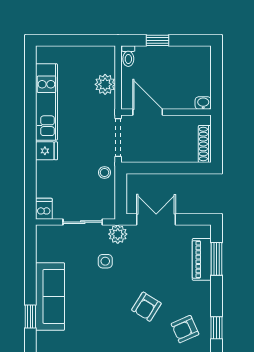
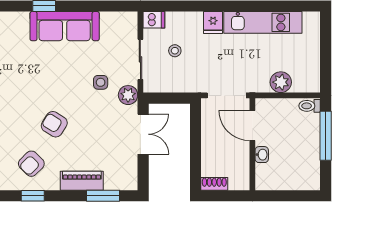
window: (158, 40) -> (326, 136), width x2.17
washbasin: (203, 103) -> (262, 155), moved
door: (148, 112) -> (252, 125), swing flipped
shoe rack: (205, 144) -> (214, 184), width x0.70
stool: (105, 173) -> (175, 51), moved
piano: (202, 259) -> (82, 181), moved
armchair: (185, 329) -> (31, 164), turned -111

